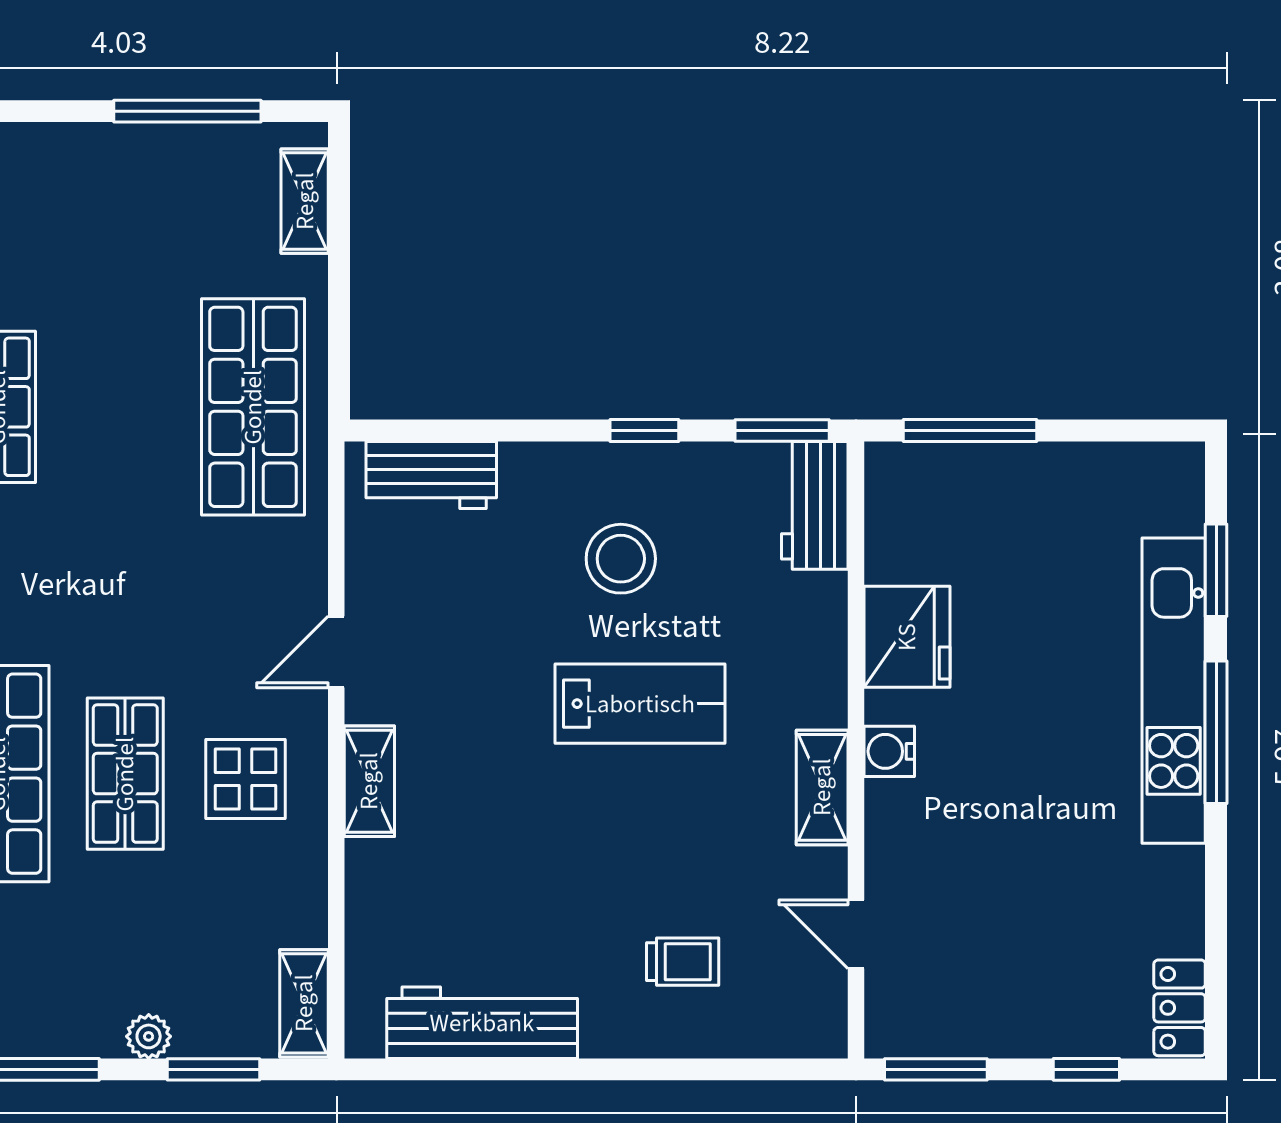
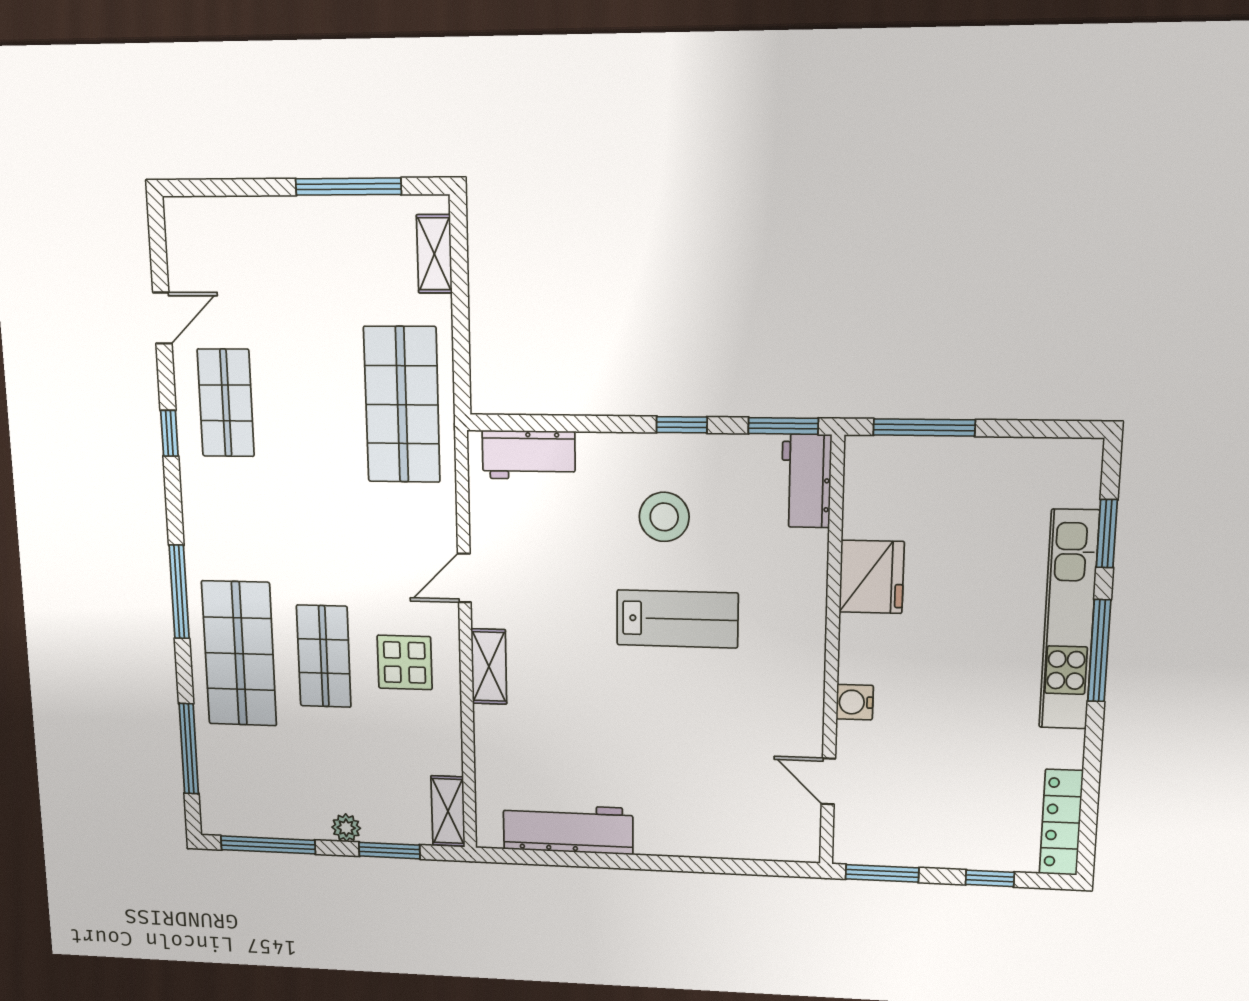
water cooler: (889, 751) -> (855, 702), moved
shelving: (822, 787) -> (807, 681), removed
trolley: (683, 962) -> (706, 795), removed
locker: (1180, 1008) -> (1061, 822), width x1.53

